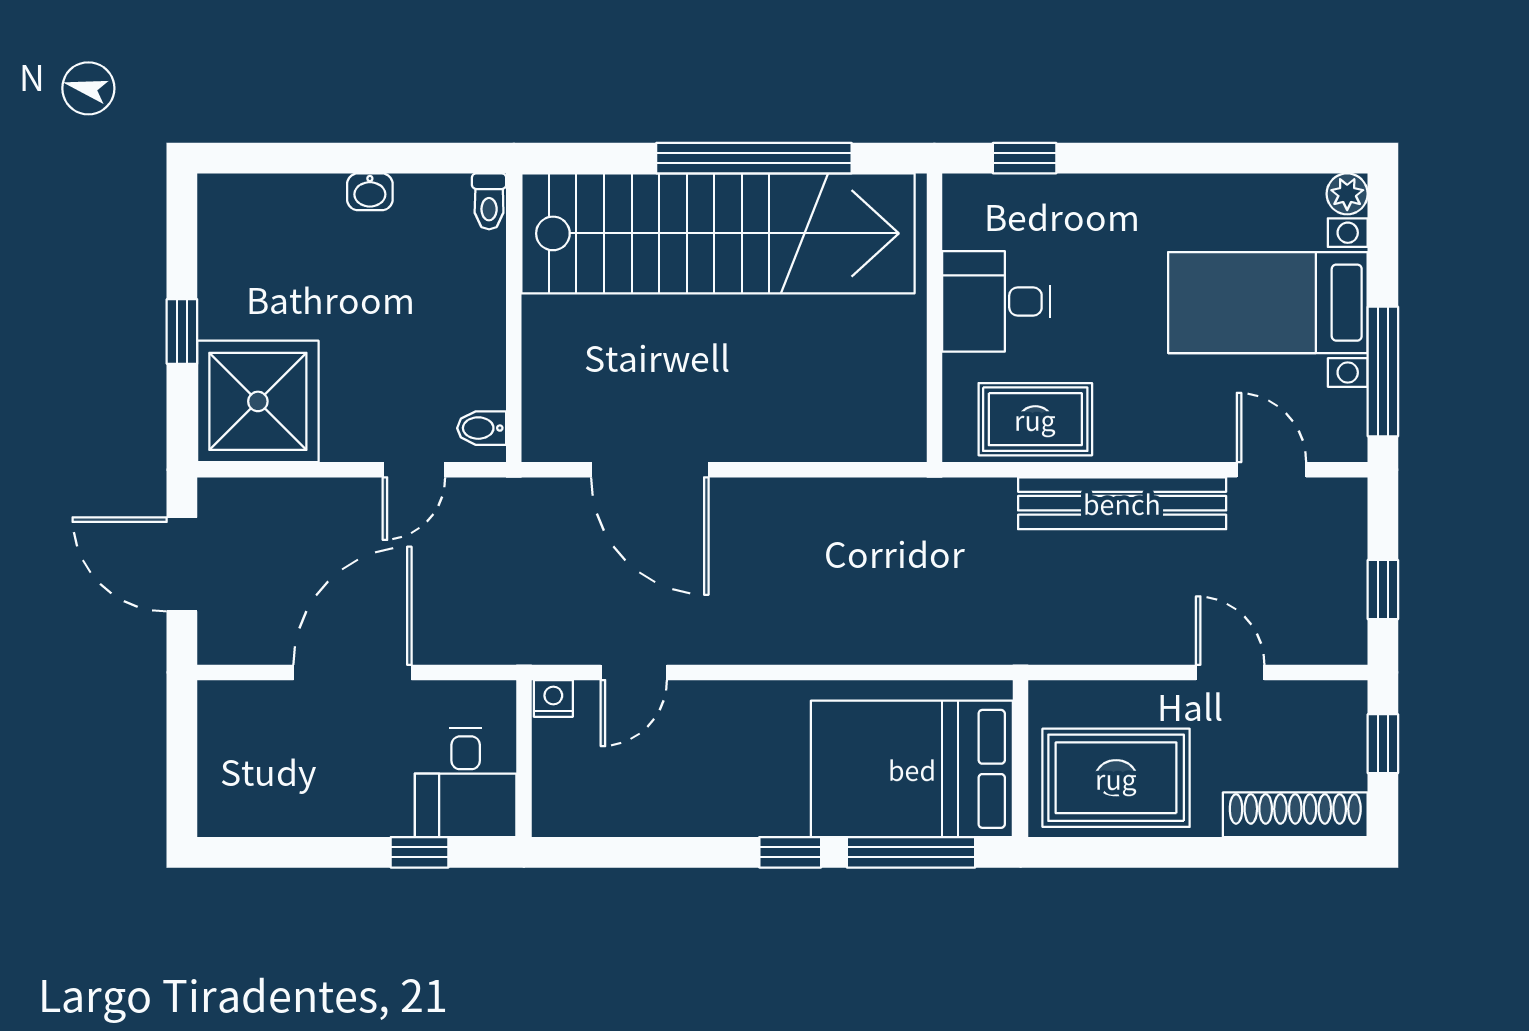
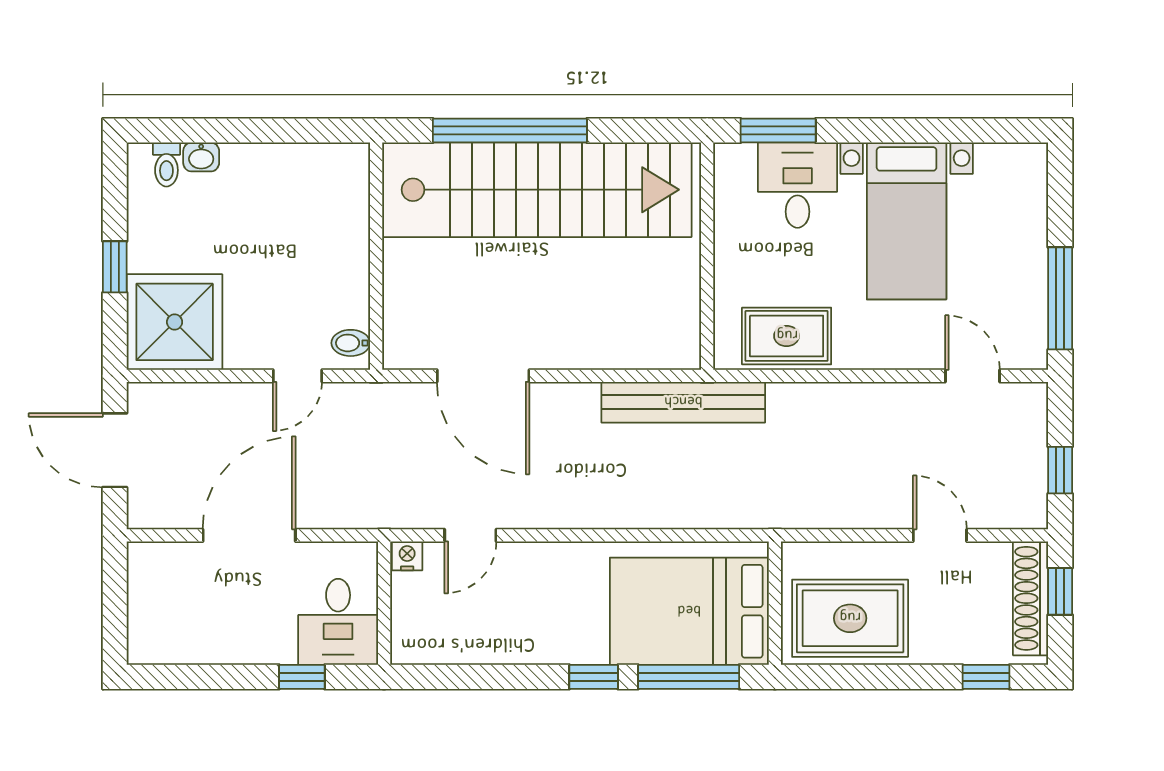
window: (754, 158) -> (510, 130), moved
window: (1025, 158) -> (778, 130), width x1.50
washbasin: (370, 192) -> (201, 157), moved
plant: (1347, 194) -> (1032, 159), removed
toilet: (489, 201) -> (166, 164), moved
desk: (996, 301) -> (798, 185), moved, turned 90
bed with nightstands: (1268, 303) -> (907, 221), moved, turned -90
bench: (1122, 503) -> (683, 402), moved
shoe rack: (1295, 815) -> (1031, 598), moved, turned -90
window: (1289, 852) -> (986, 677), added

